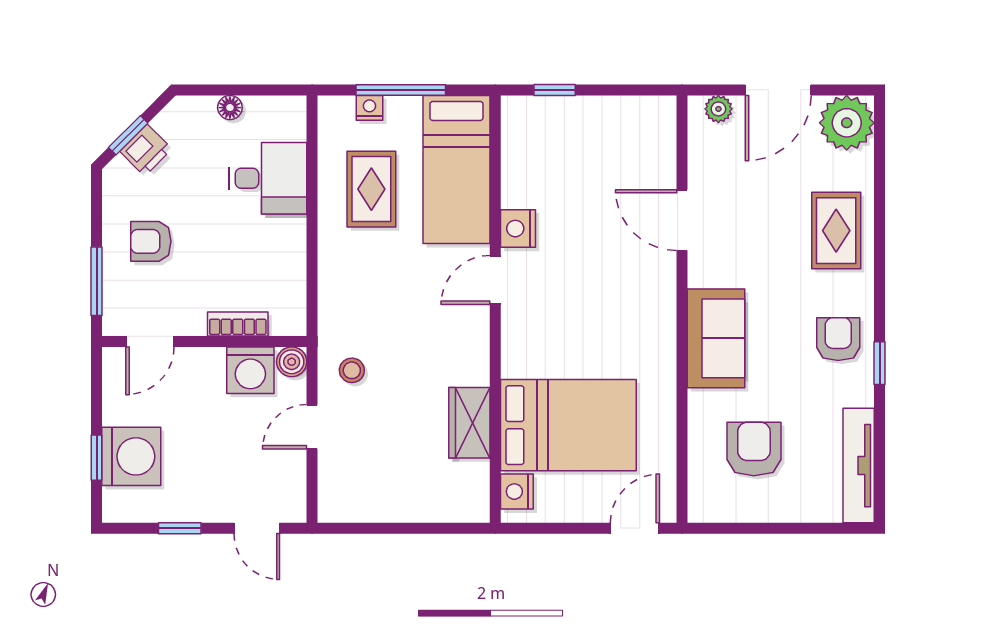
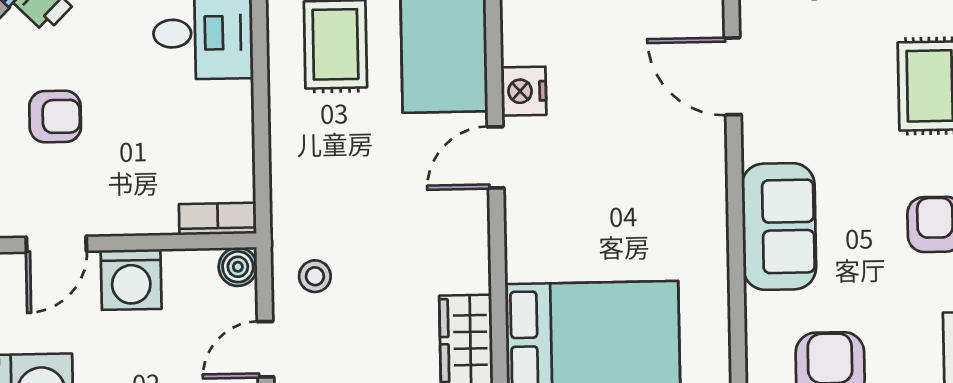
armchair: (151, 241) -> (55, 117), turned 180
bookcase: (238, 324) -> (218, 219), moved
washing machine: (250, 370) -> (131, 280), moved

